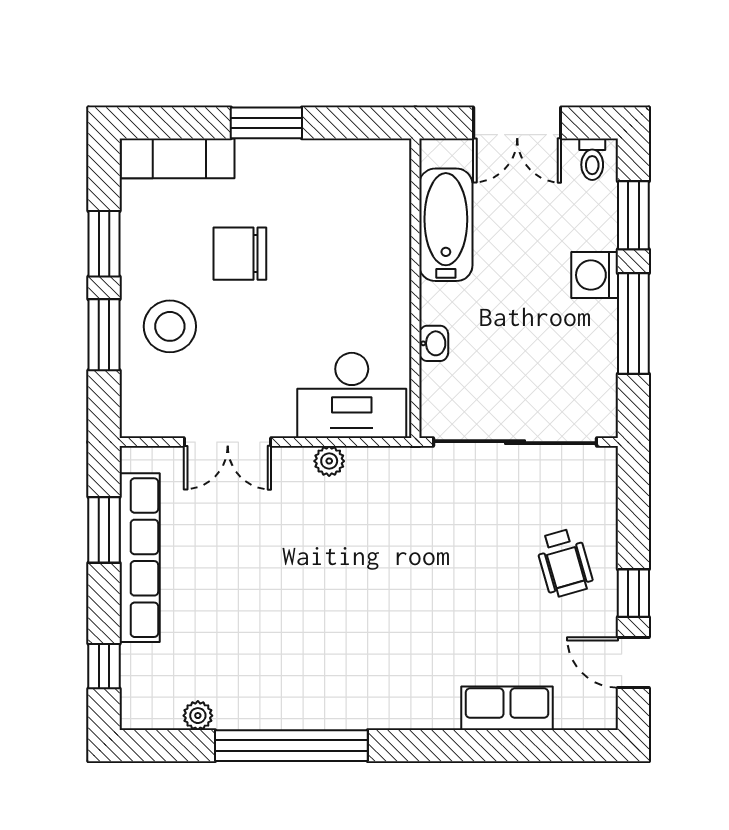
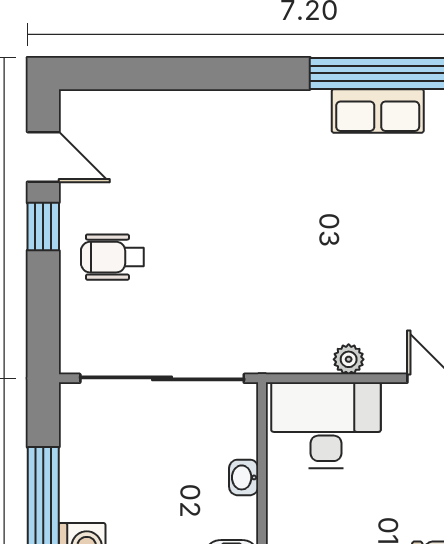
wheelchair: (564, 563) -> (113, 257), turned -74
row of seats: (507, 708) -> (378, 111), moved

